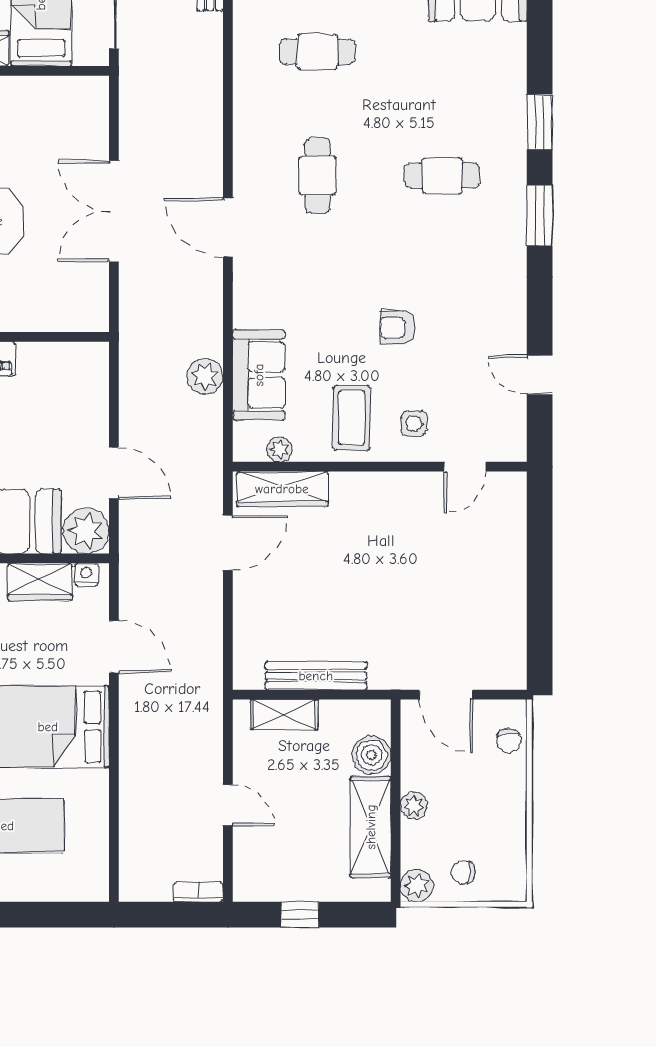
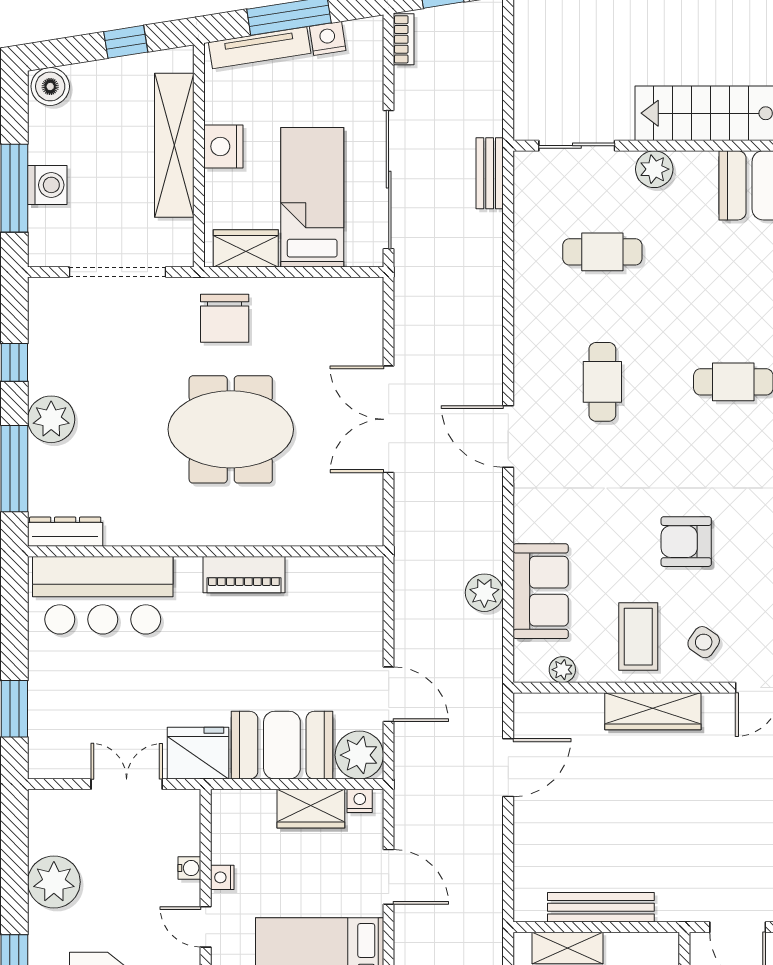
armchair: (397, 328) -> (686, 542), width x1.38, depth x1.38
side table: (414, 423) -> (704, 642), turned 35
wardrobe: (282, 489) -> (653, 711), moved

